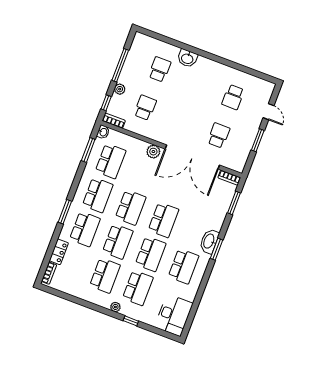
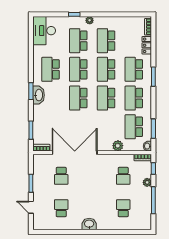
washbasin: (187, 58) -> (89, 224), moved
school desk: (160, 69) -> (123, 208), turned 180
plant: (153, 152) -> (118, 146), moved

